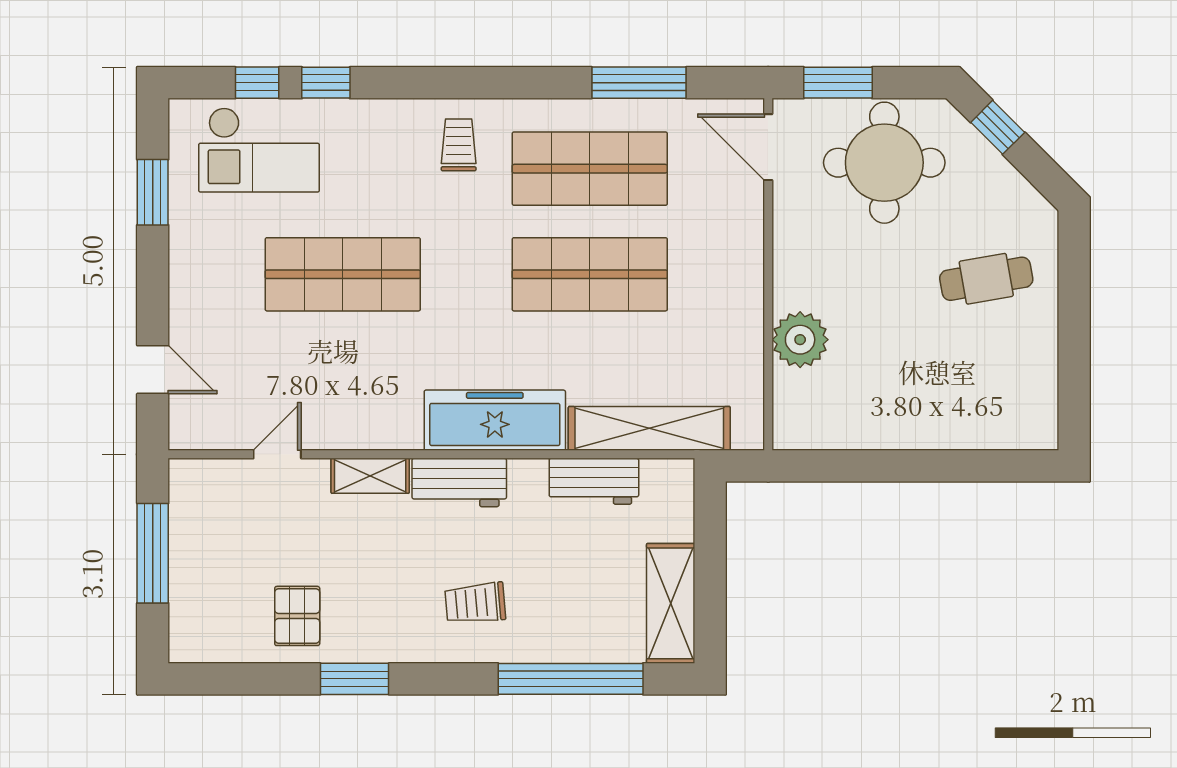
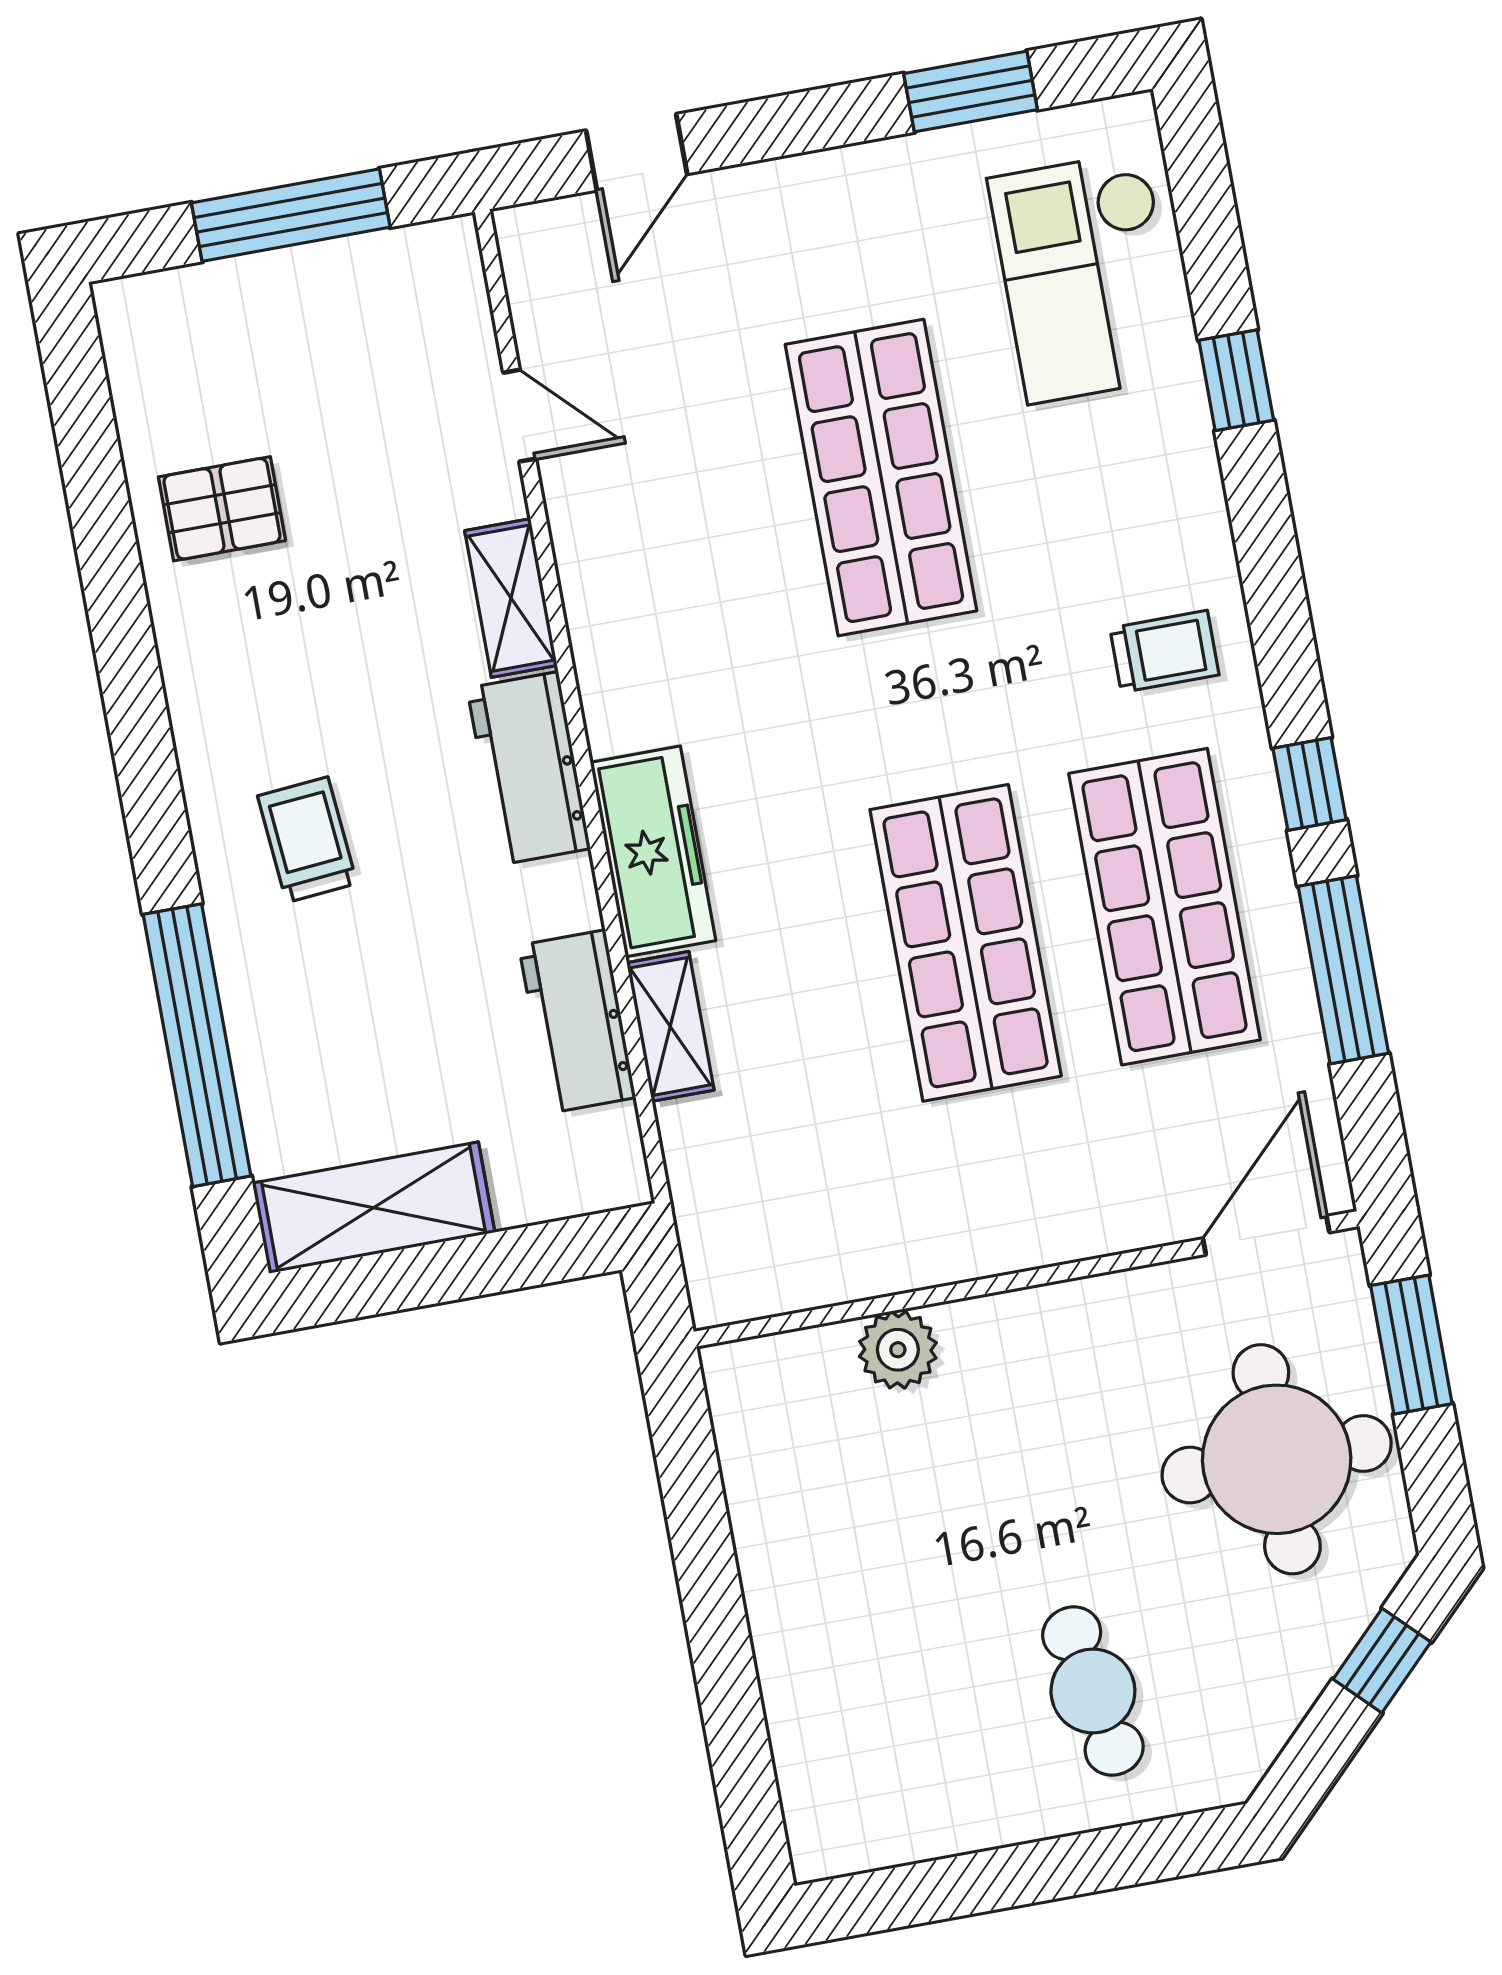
window: (257, 83) -> (1310, 784), moved
plant: (800, 340) -> (898, 1350), width x0.73, depth x0.73
freezer: (495, 420) -> (653, 851), width x0.73, depth x0.79
shelving: (649, 428) -> (670, 1026), width x0.45, depth x0.75
window: (355, 679) -> (123, 638), removed

